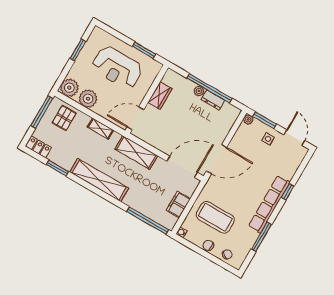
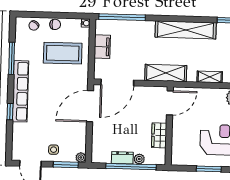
wardrobe: (160, 96) -> (159, 135), moved
wall: (147, 99) -> (169, 126), moved
door: (135, 118) -> (170, 103), moved

